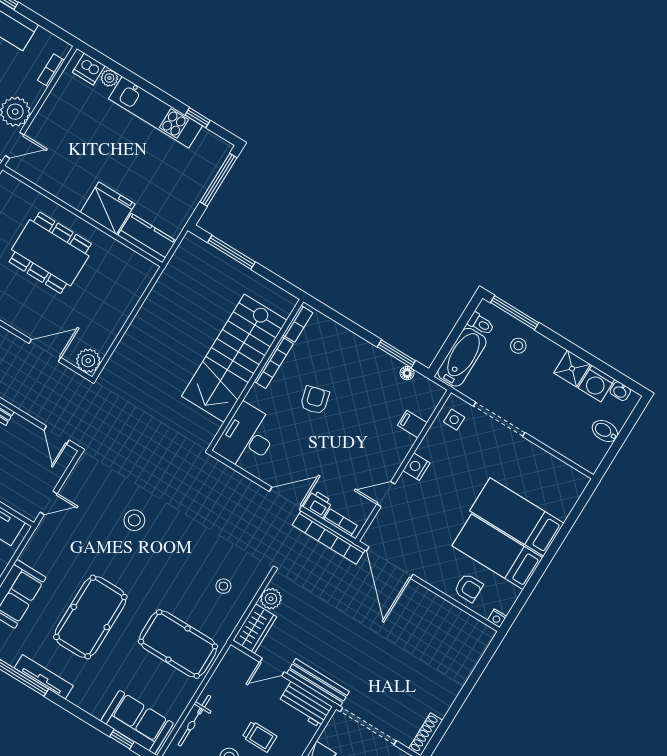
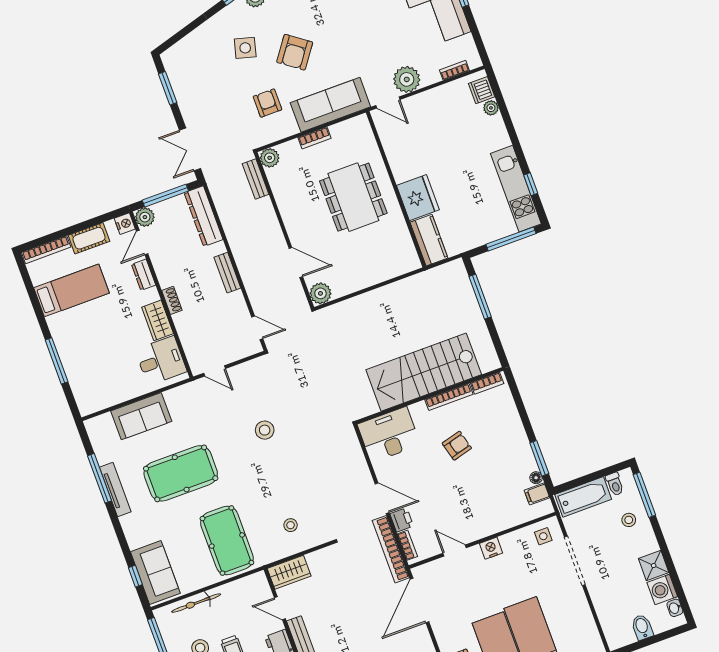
kitchen unit: (155, 112) -> (516, 189), moved
filing cabinet: (412, 424) -> (537, 494), moved, turned -90
door: (56, 435) -> (257, 328), swing flipped
plant: (271, 599) -> (317, 560), removed

